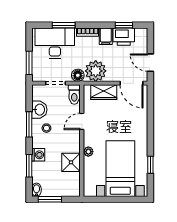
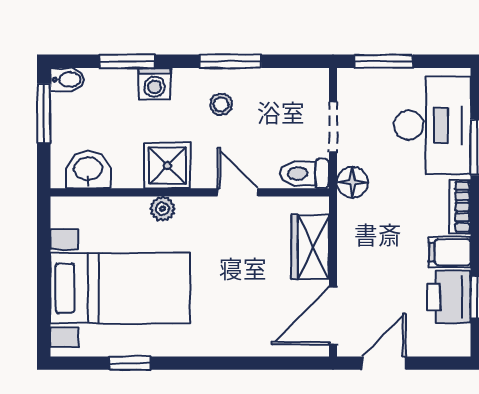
plant: (96, 71) -> (363, 227), removed
washbasin: (39, 110) -> (88, 170), moved, turned 180
shower: (71, 162) -> (167, 166), moved

